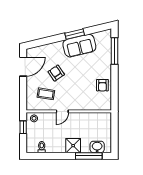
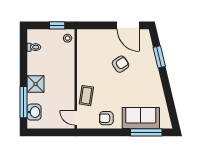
window: (75, 34) -> (159, 57), moved
sofa: (79, 46) -> (141, 118), moved, turned 103
coffee table: (46, 94) -> (86, 96), moved
door: (62, 111) -> (76, 118), moved

